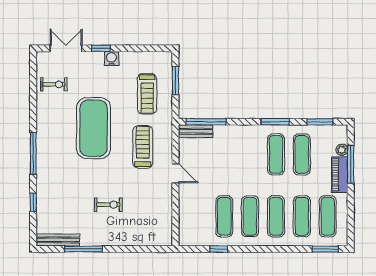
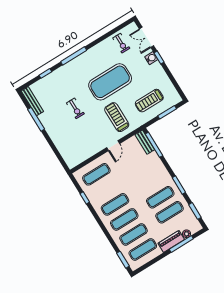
double door: (66, 48) -> (146, 37), swing flipped
water cooler: (111, 59) -> (151, 58), moved
treadmill: (143, 147) -> (117, 117), turned -90
exercise bike: (108, 205) -> (75, 108), moved
exercise mat: (224, 216) -> (96, 174), moved

